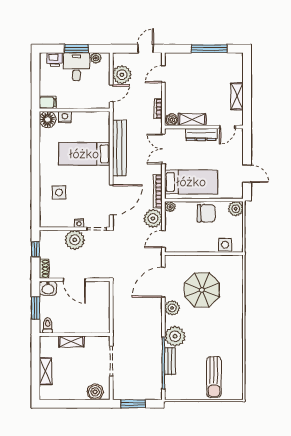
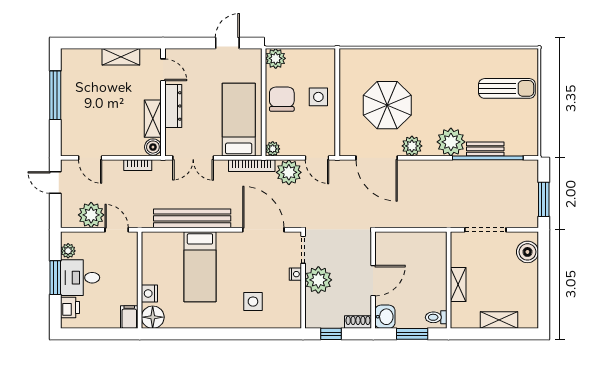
side table: (225, 245) -> (318, 97), moved

